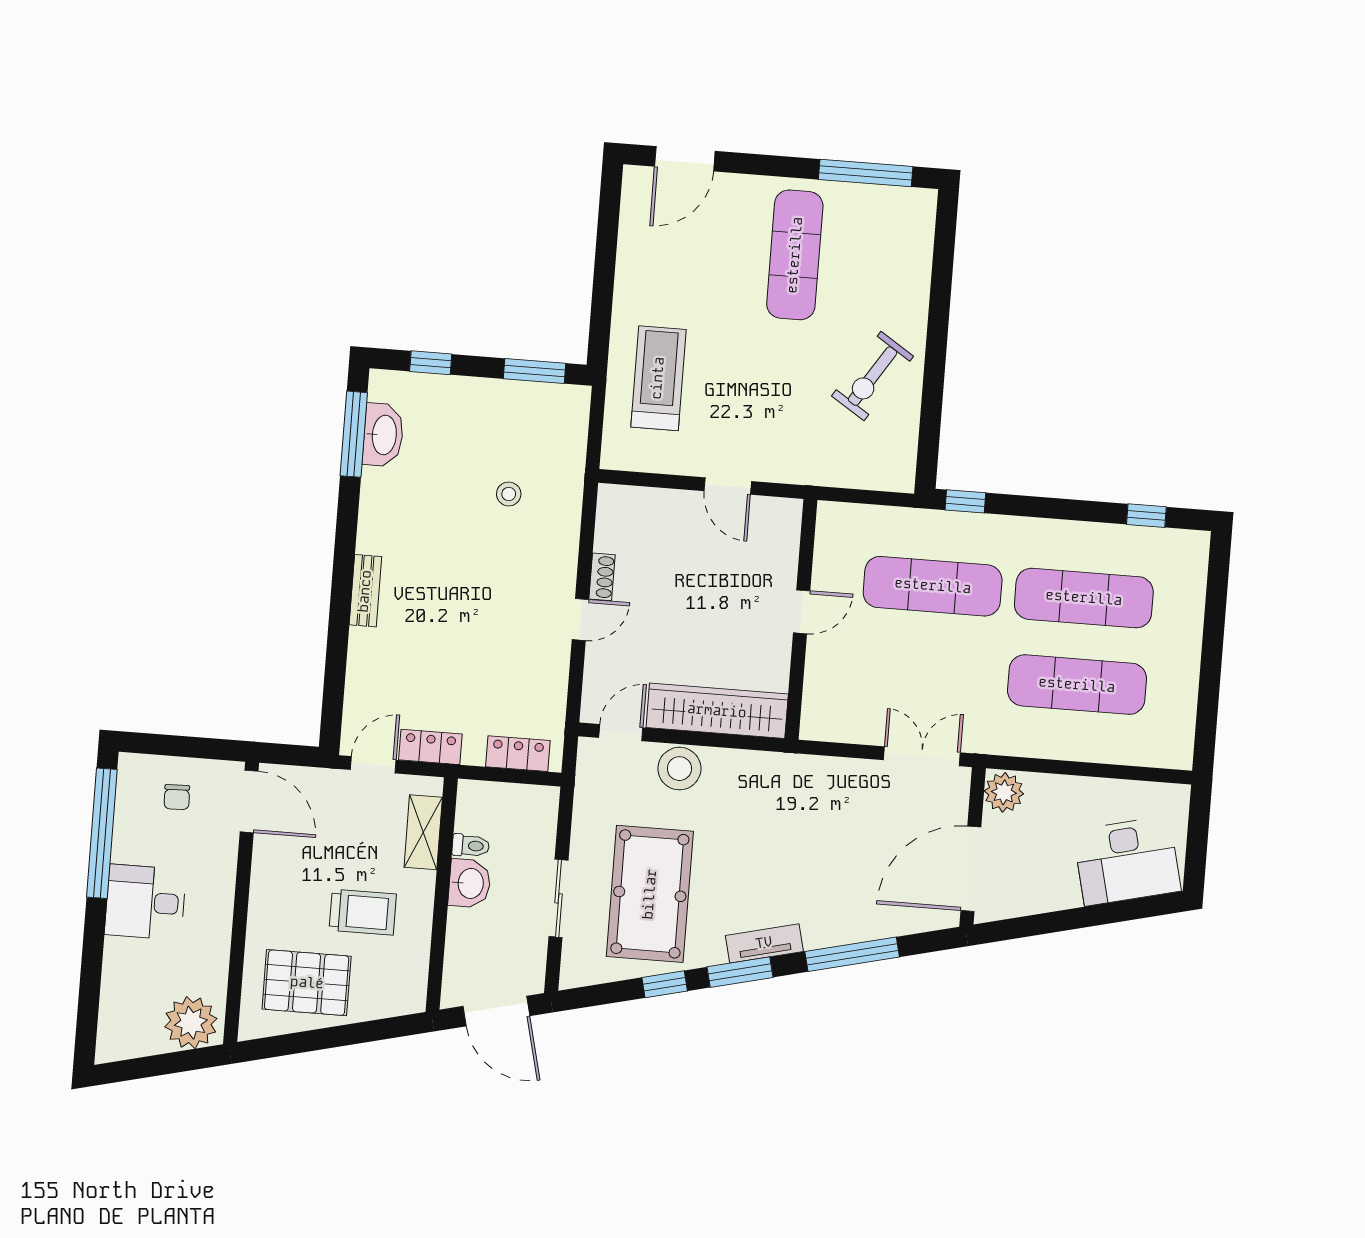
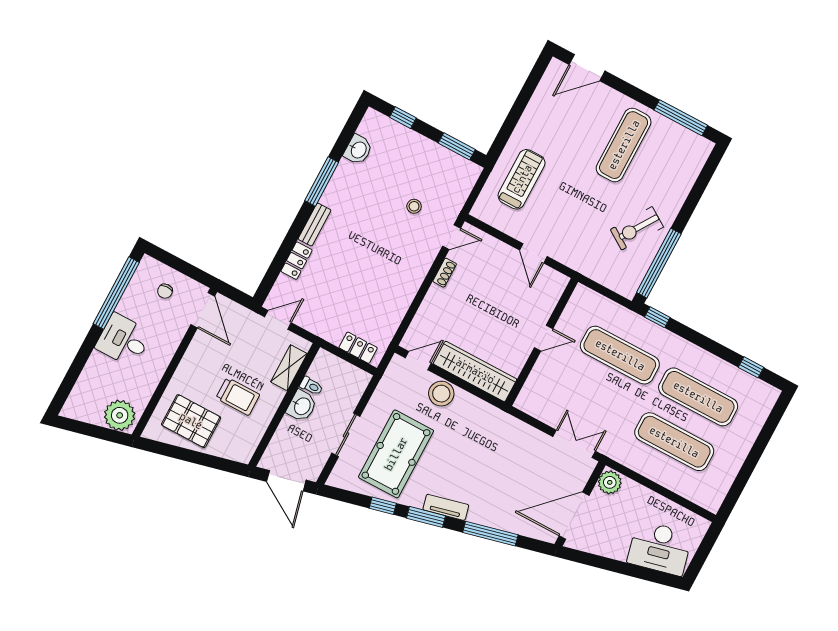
window: (931, 416) -> (659, 263), added
window: (354, 434) -> (322, 181), moved
washbasin: (383, 435) -> (358, 150), width x0.72
door: (580, 619) -> (452, 237), moved
locker: (430, 747) -> (297, 261), moved, turned 90

